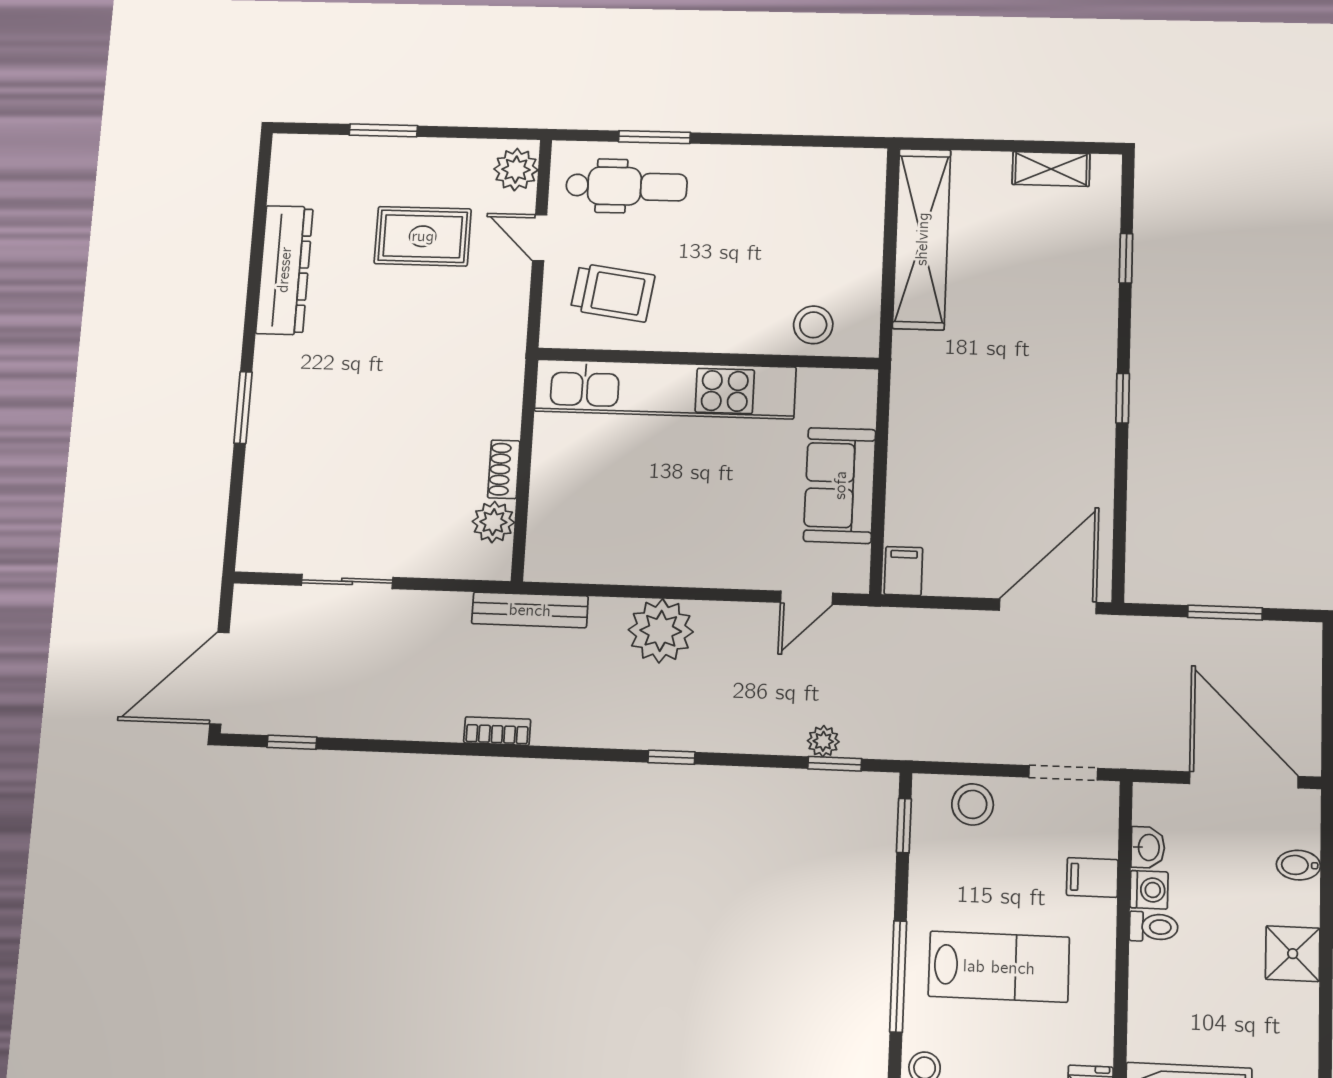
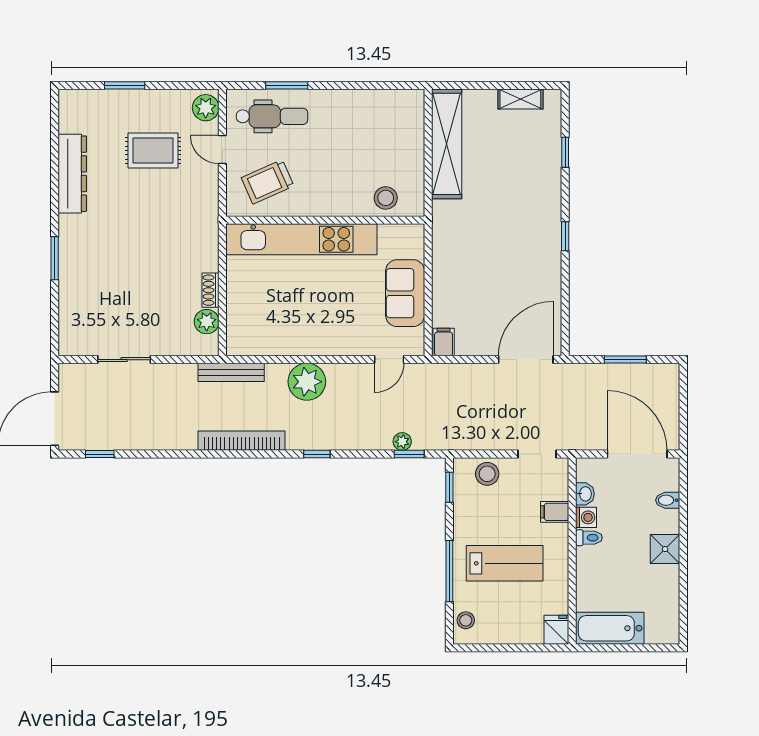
trolley: (613, 293) -> (268, 182), turned 148
bookcase: (497, 731) -> (242, 441), width x2.31, depth x1.31

